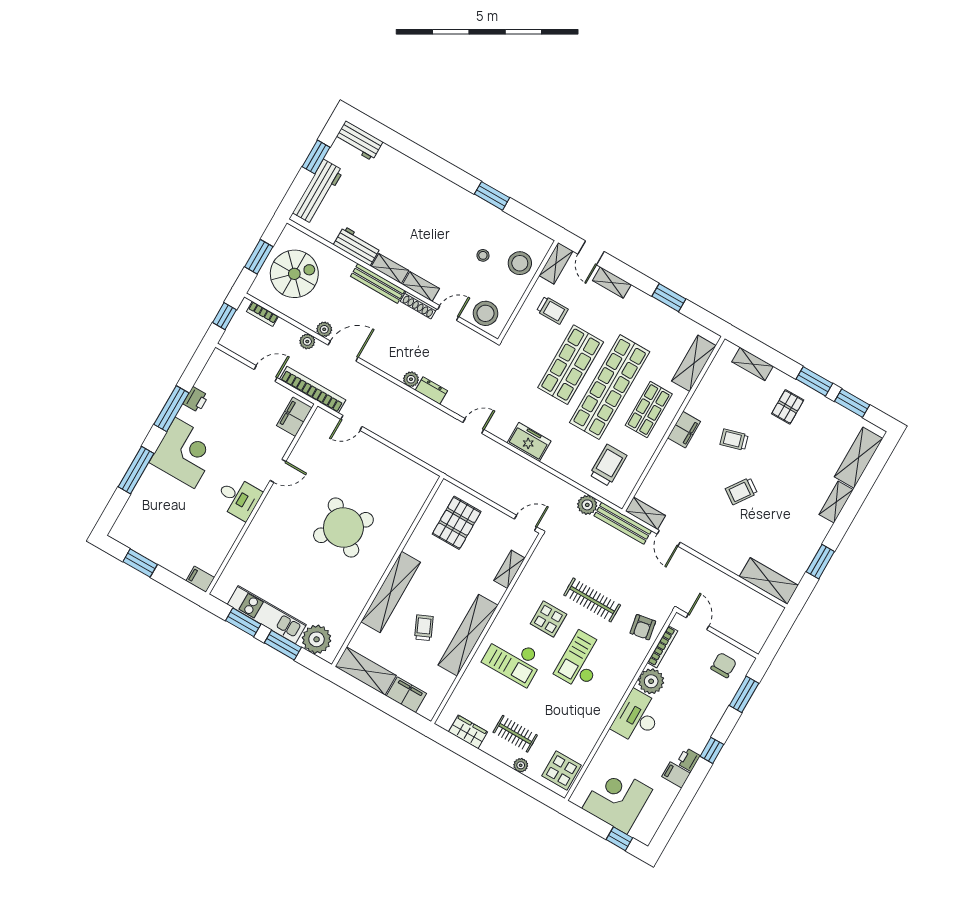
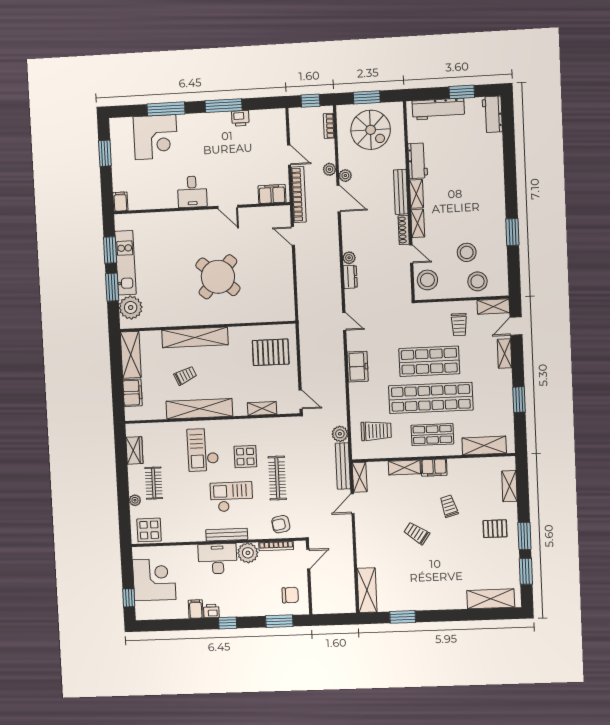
stool: (483, 255) -> (467, 252), width x1.89, depth x1.89
corner desk: (185, 453) -> (156, 137), moved
shelving: (836, 502) -> (404, 467), moved
bench: (618, 691) -> (227, 535), added

